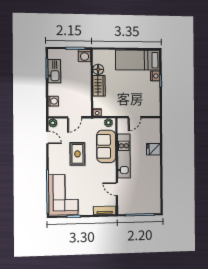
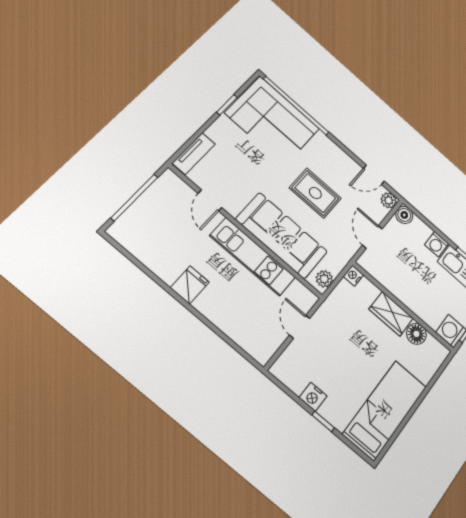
nightstand: (155, 76) -> (313, 397), moved
washing machine: (53, 101) -> (437, 244), moved
boiler: (53, 112) -> (404, 215), added
sofa: (106, 146) -> (282, 236), width x1.36
fridge: (153, 149) -> (190, 285), moved
door: (117, 189) -> (210, 200), swing flipped

